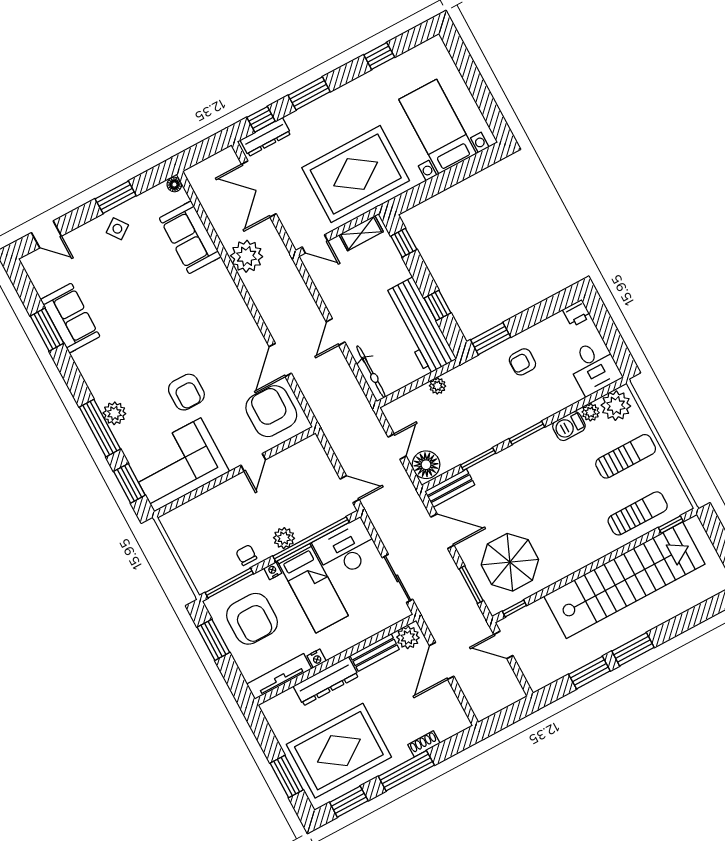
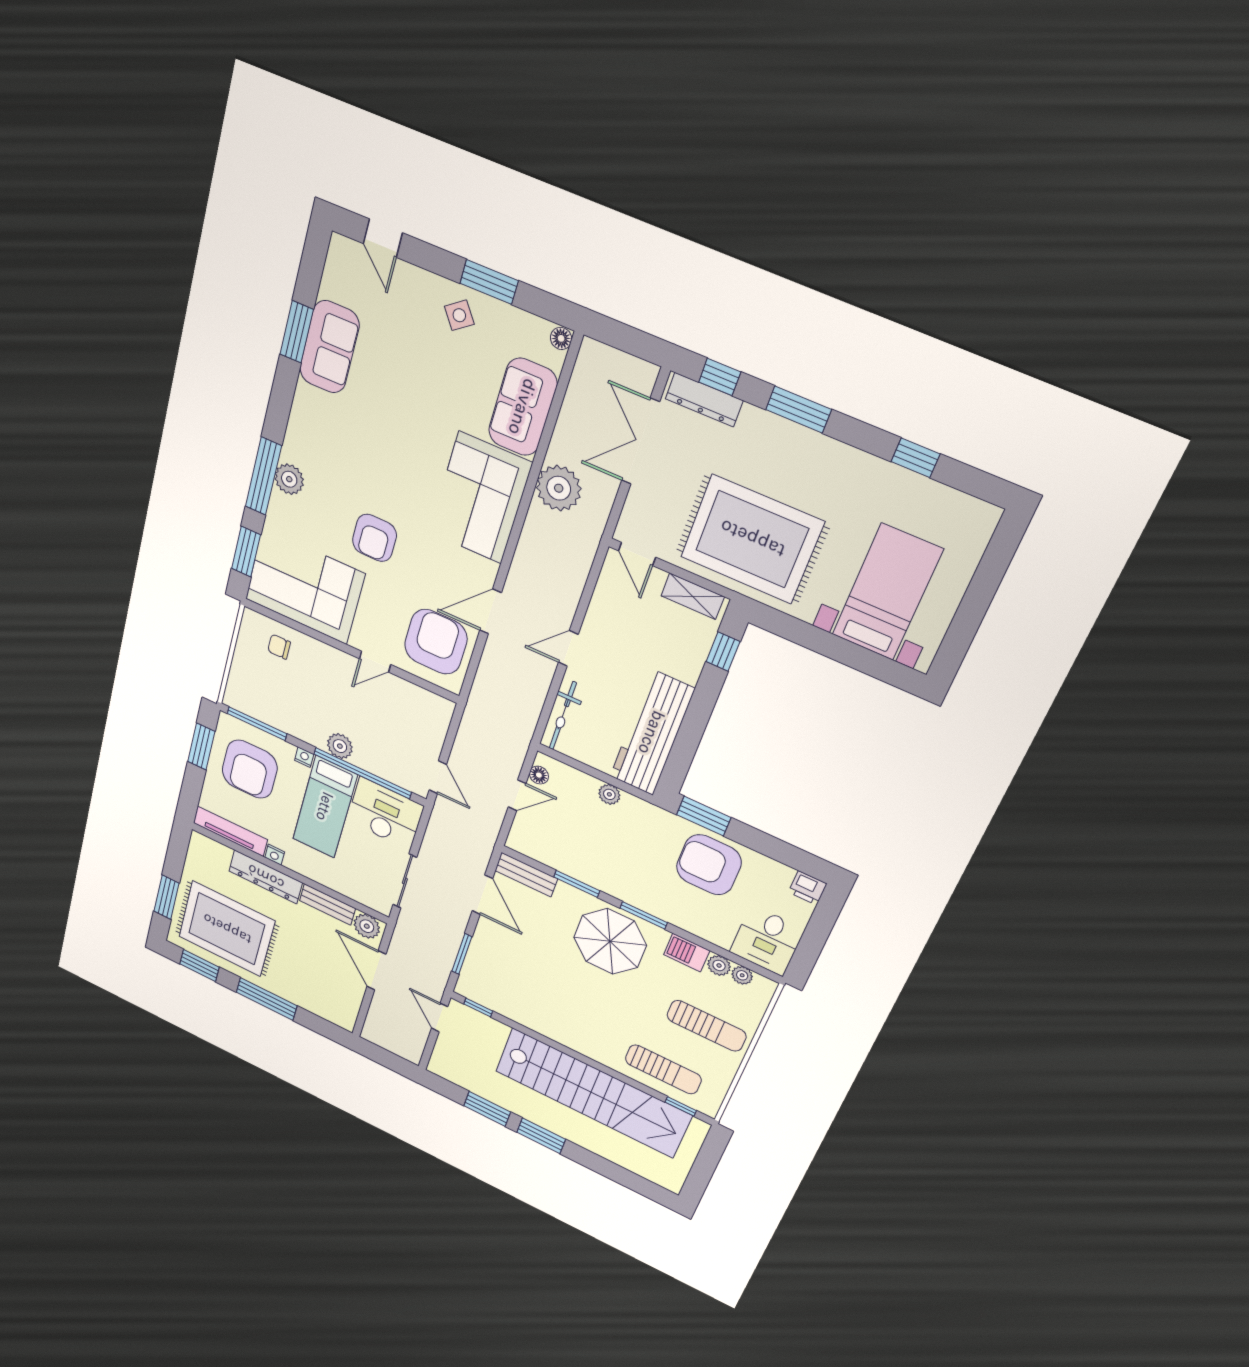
window: (437, 305) -> (689, 736), removed
corner sofa: (216, 306) -> (480, 498), added
armchair: (522, 362) -> (709, 865), width x1.88, depth x1.88
plant: (616, 406) -> (742, 975), width x0.53, depth x0.53
floor lamp: (426, 465) -> (539, 775), moved, width x0.53, depth x0.53
chair: (246, 555) -> (279, 647), moved, turned -90
parasol: (510, 562) -> (610, 941), moved
door: (442, 661) -> (376, 970), hinge flipped
shoe rack: (424, 744) -> (300, 1000), removed

